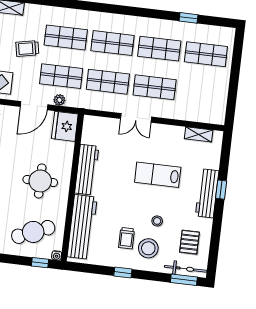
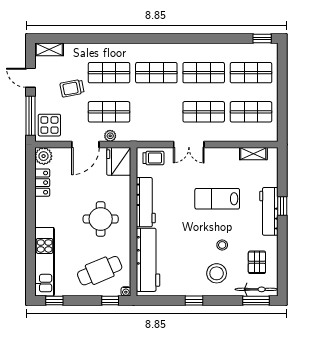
window: (189, 18) -> (262, 38), moved
shop shelf: (108, 82) -> (251, 112), moved
trolley: (127, 238) -> (153, 158), moved, turned -90

